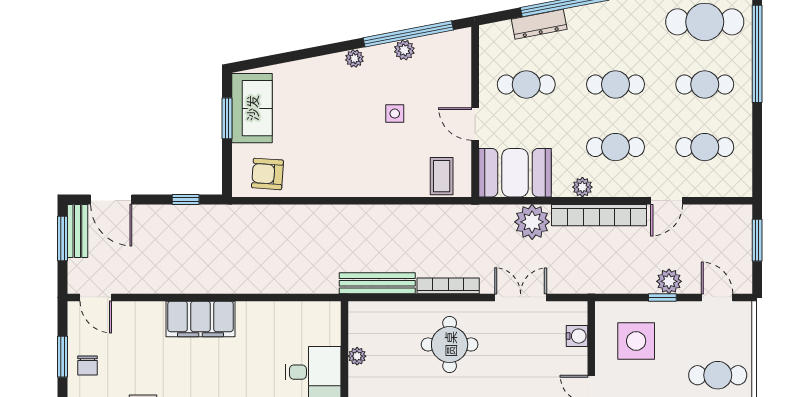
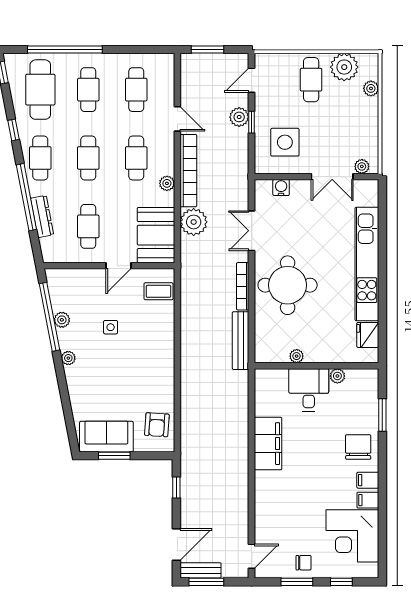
cafe table: (616, 22) -> (40, 158), added
filing cabinet: (200, 319) -> (268, 444), moved
round table: (450, 344) -> (288, 285), width x1.36, depth x1.36

